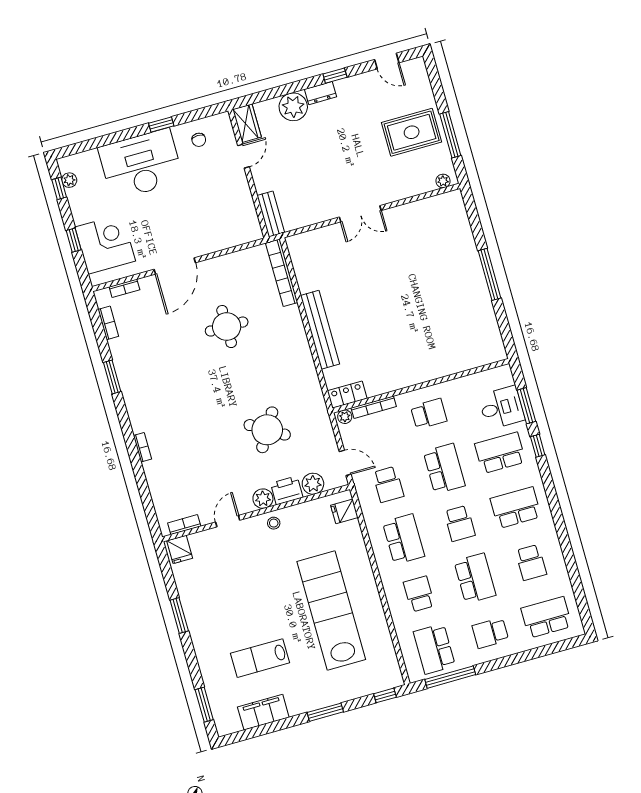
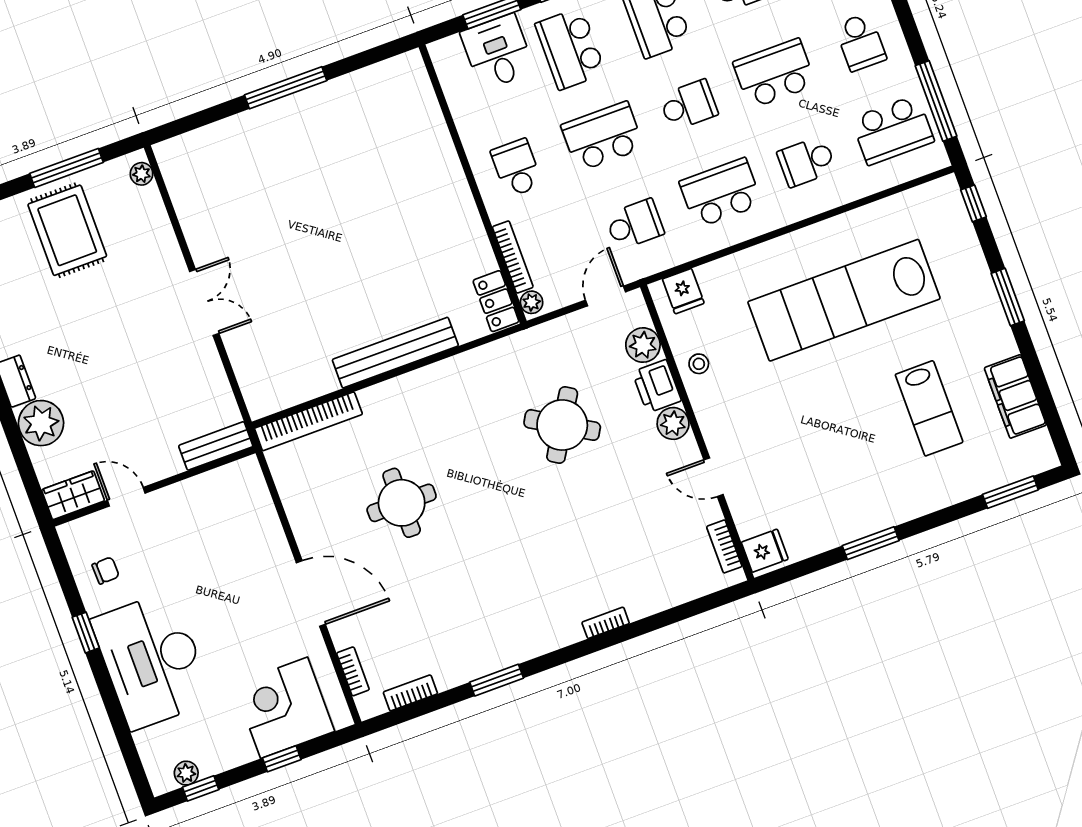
stool: (274, 523) -> (699, 364), moved

